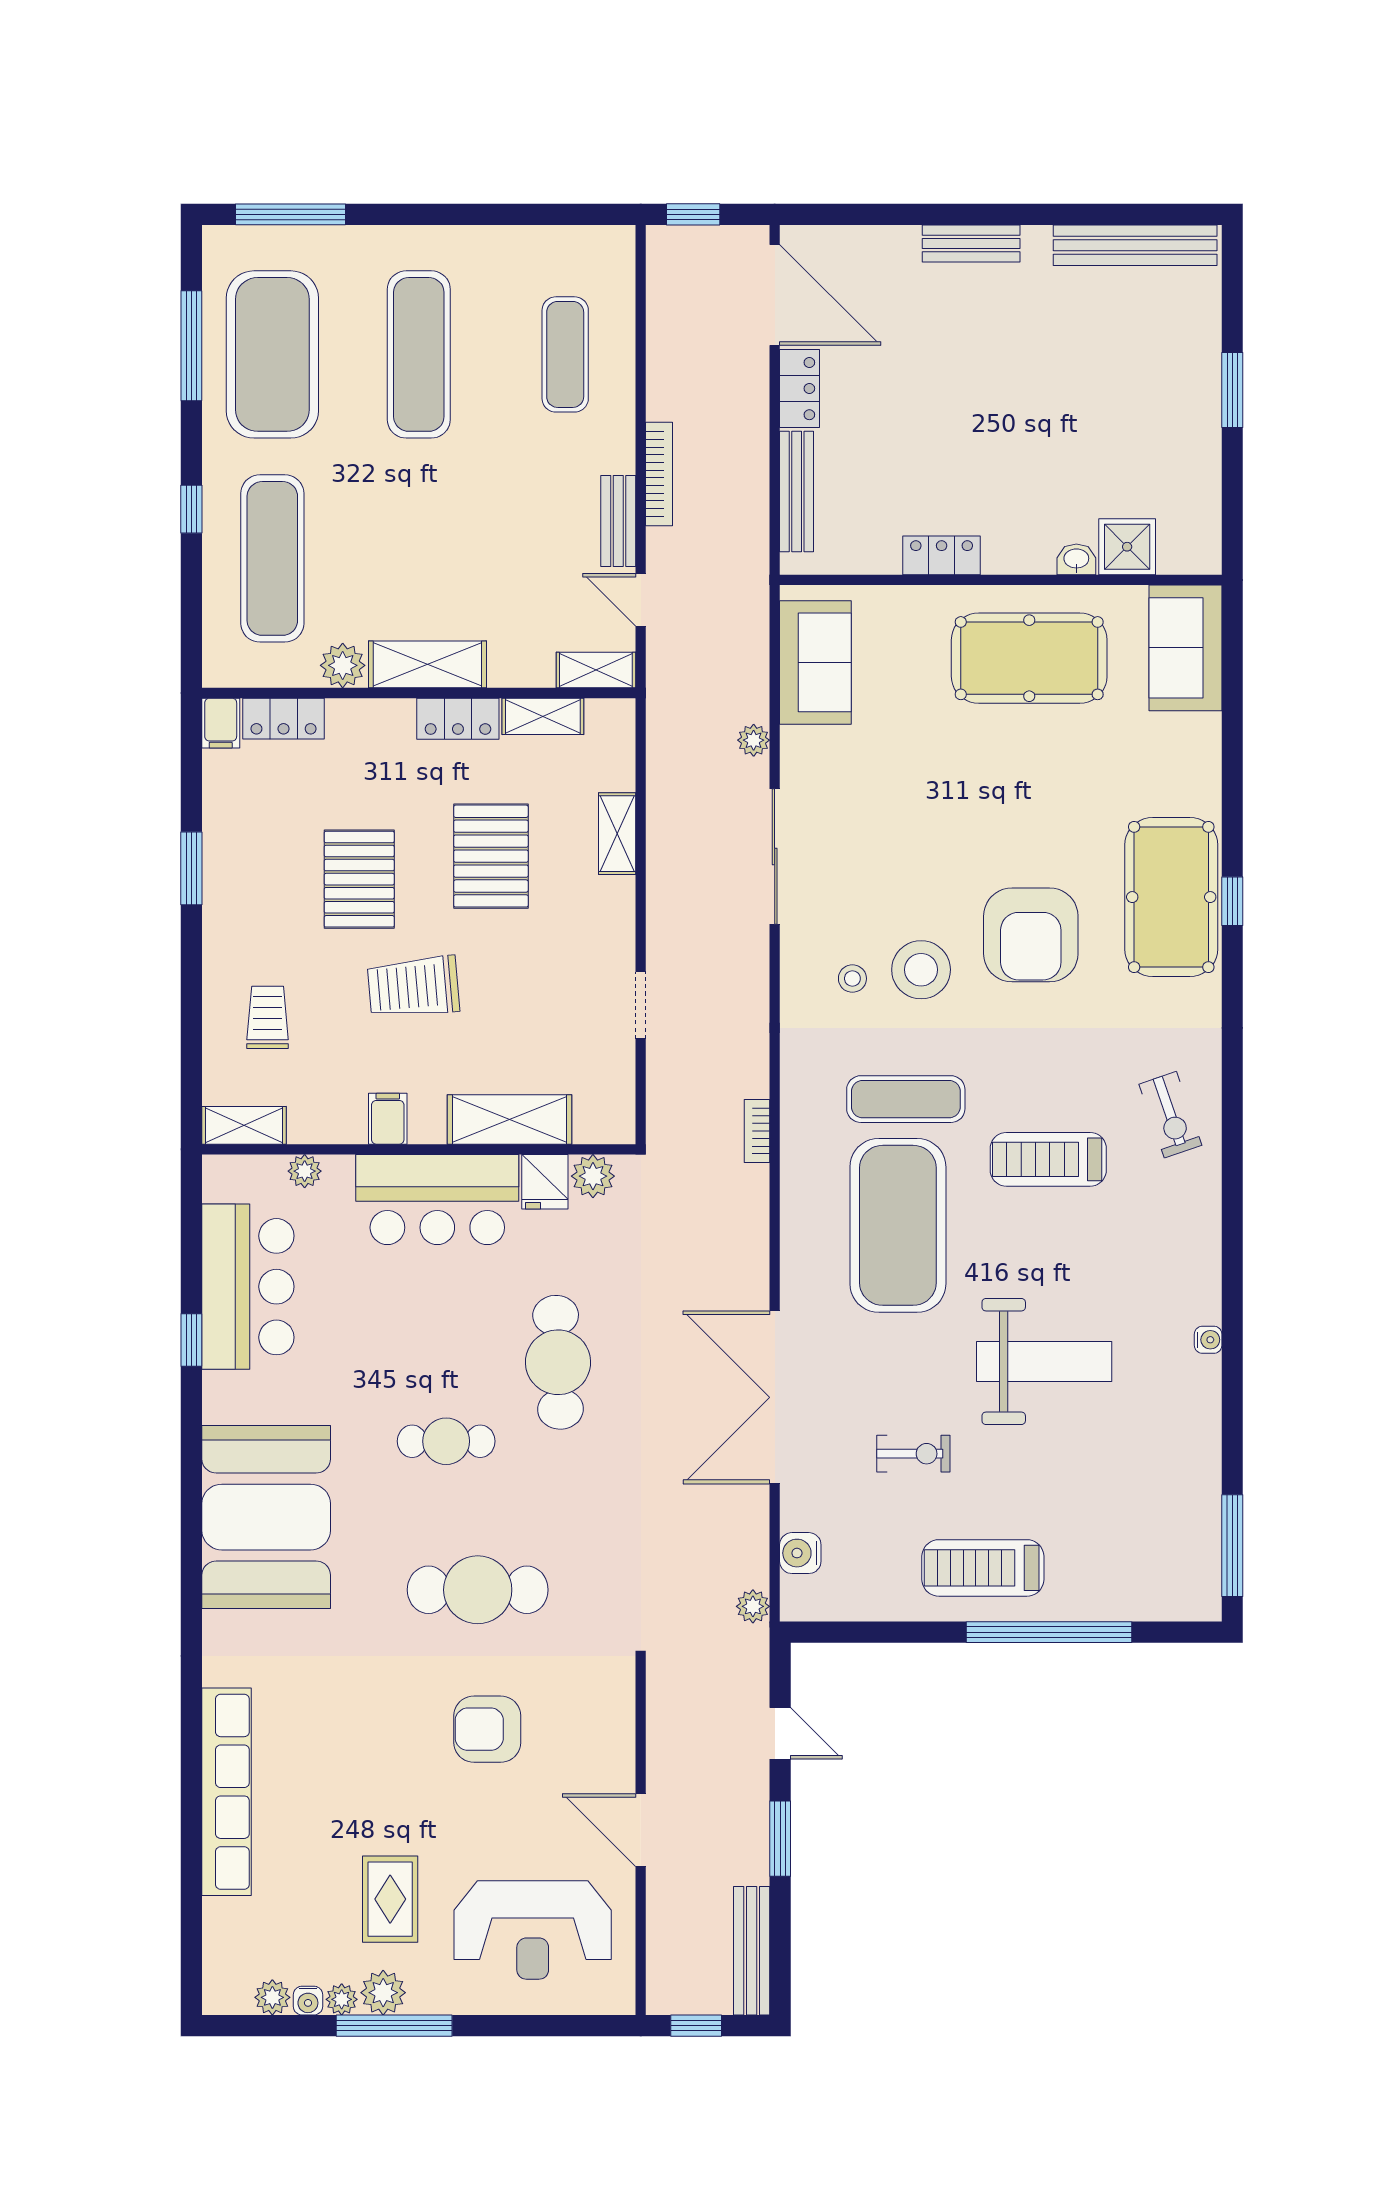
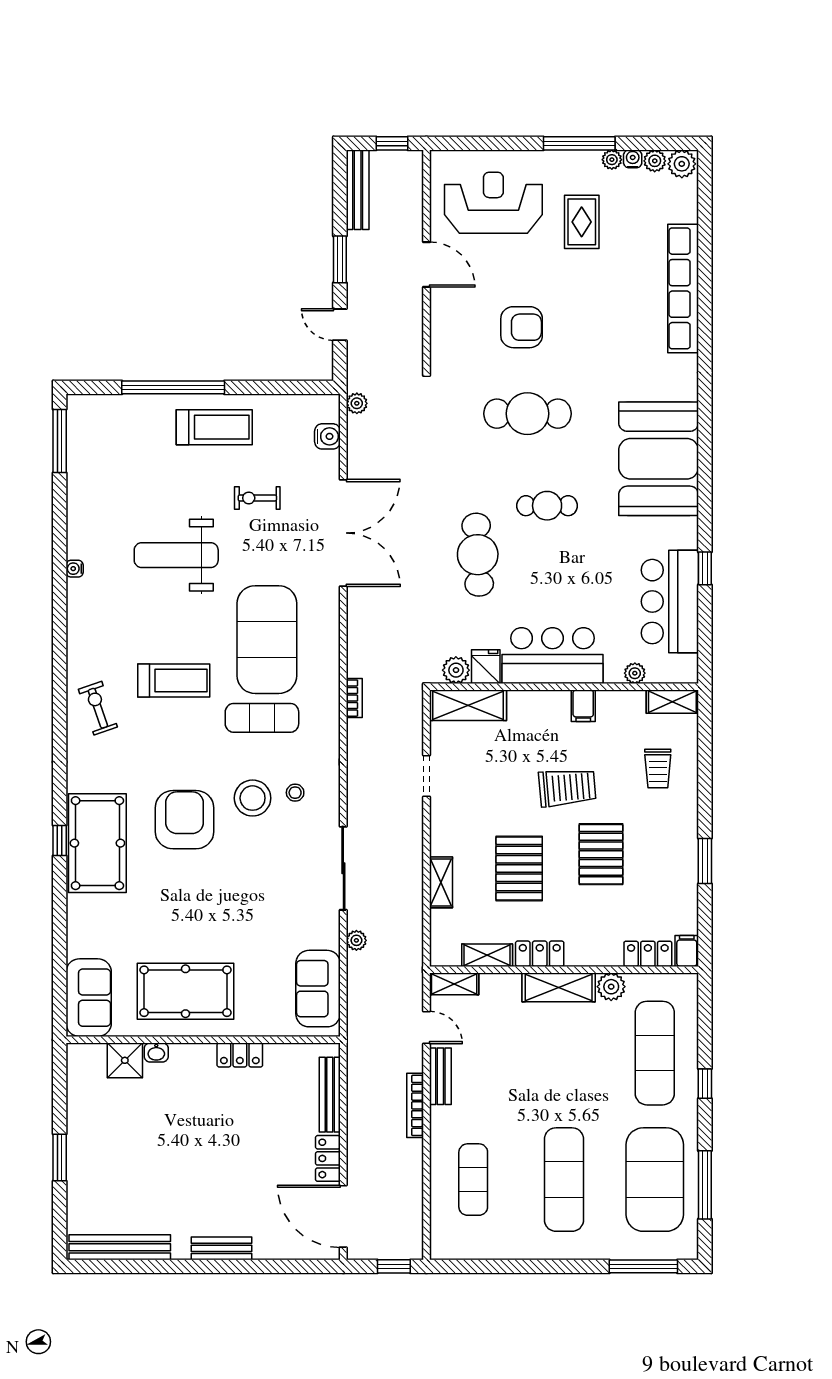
shelving: (509, 1119) -> (468, 705), moved
plant: (383, 1993) -> (682, 164), moved

